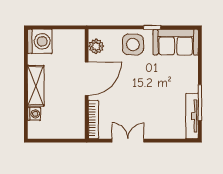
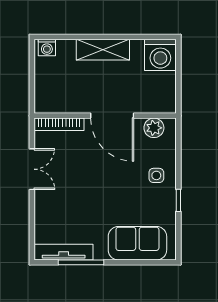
sofa: (176, 42) -> (137, 243), moved, turned 90
side table: (133, 44) -> (156, 175), width x0.54, depth x0.54
washing machine: (34, 114) -> (47, 47), moved

